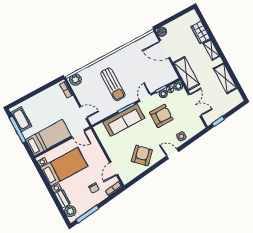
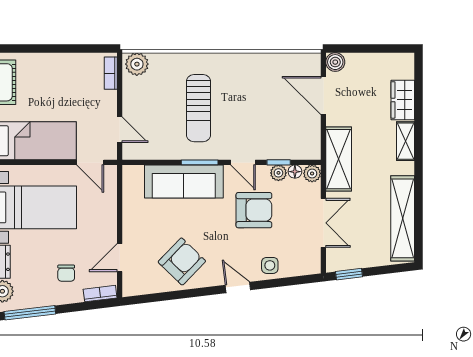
shelving: (225, 78) -> (403, 218), width x1.47
door: (145, 98) -> (243, 162), swing flipped

